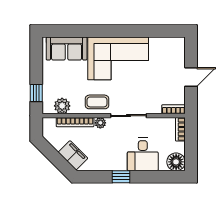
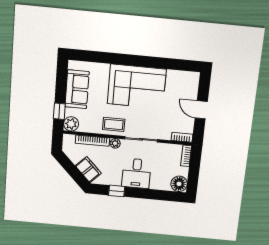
sofa: (67, 49) -> (77, 89), moved, turned -90
door: (191, 77) -> (201, 110), swing flipped
plant: (62, 106) -> (71, 124), moved
desk: (143, 154) -> (136, 173), moved
window: (121, 177) -> (117, 191), moved

